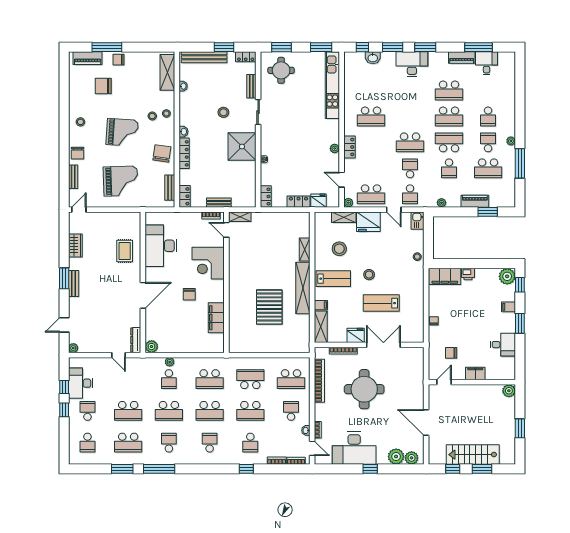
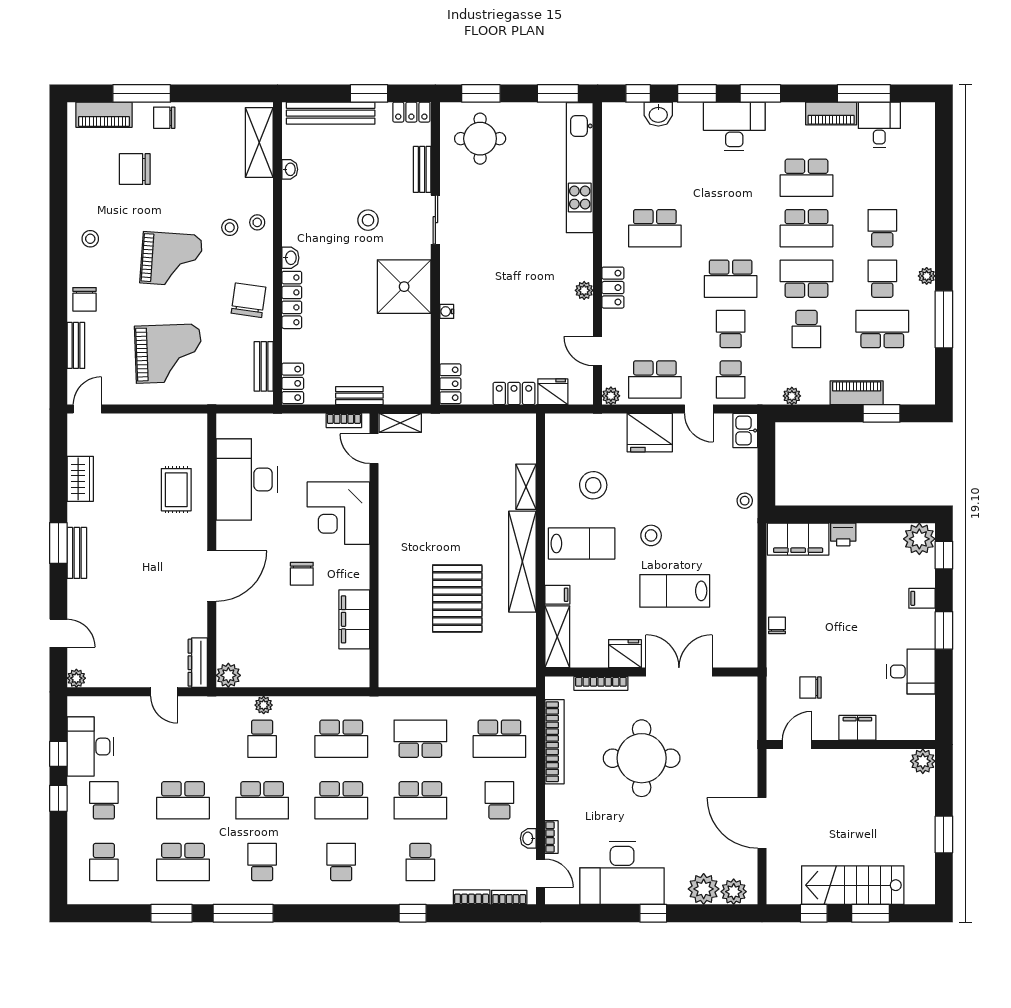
school desk: (488, 116) -> (882, 228), turned 180
school desk: (488, 168) -> (882, 329), turned 180
shelving: (344, 217) -> (602, 424), removed
door: (64, 325) -> (58, 633), swing flipped

